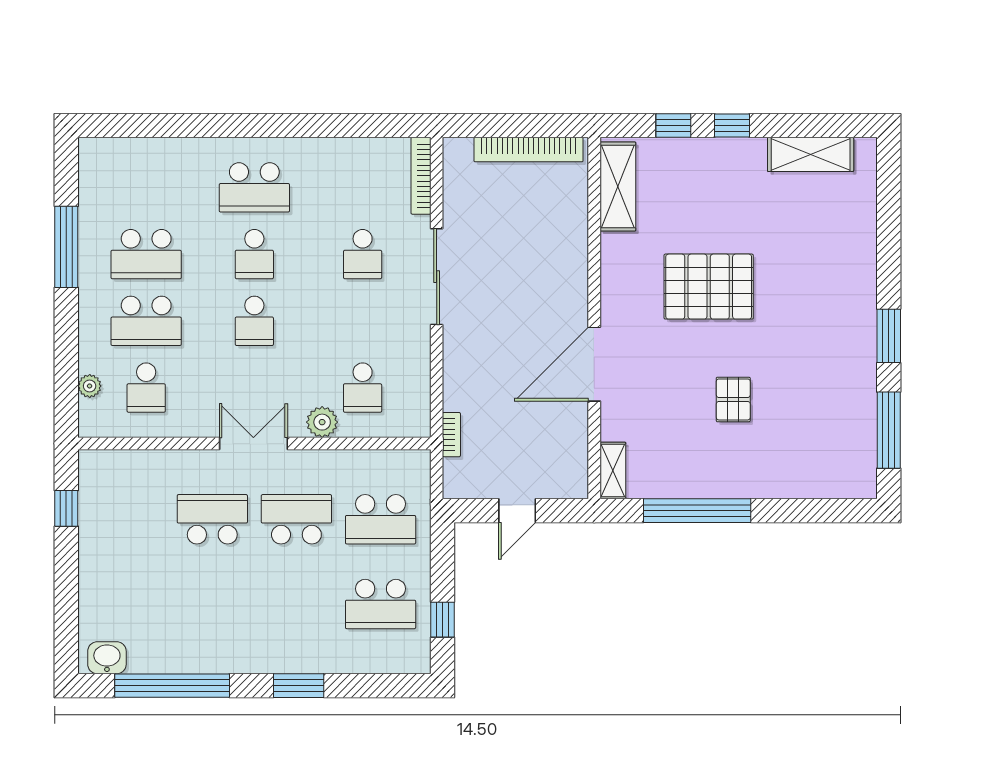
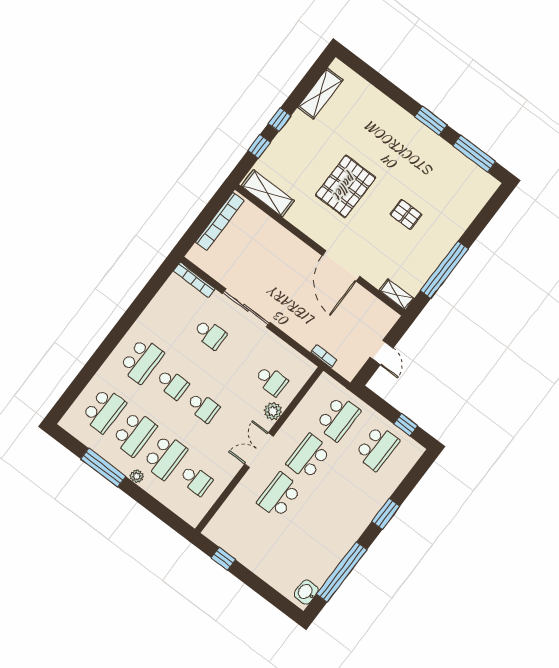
school desk: (146, 187) -> (104, 410), added
plant: (90, 386) -> (137, 476), moved

